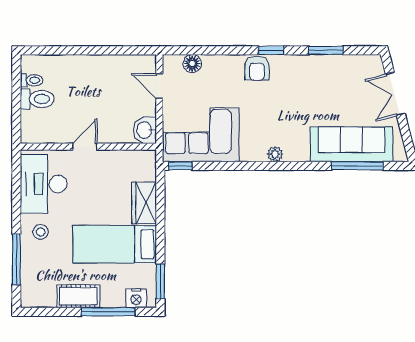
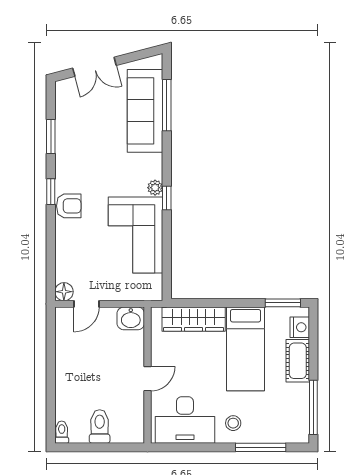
floor lamp: (192, 63) -> (64, 292), moved
toilet: (32, 80) -> (62, 432), moved
corner sofa: (201, 135) -> (136, 235), moved
door: (85, 147) -> (147, 379), swing flipped
window: (180, 166) -> (167, 198), moved
wardrobe: (144, 203) -> (194, 319), width x1.50
cot: (78, 296) -> (298, 361), moved
window: (108, 312) -> (313, 407), moved

